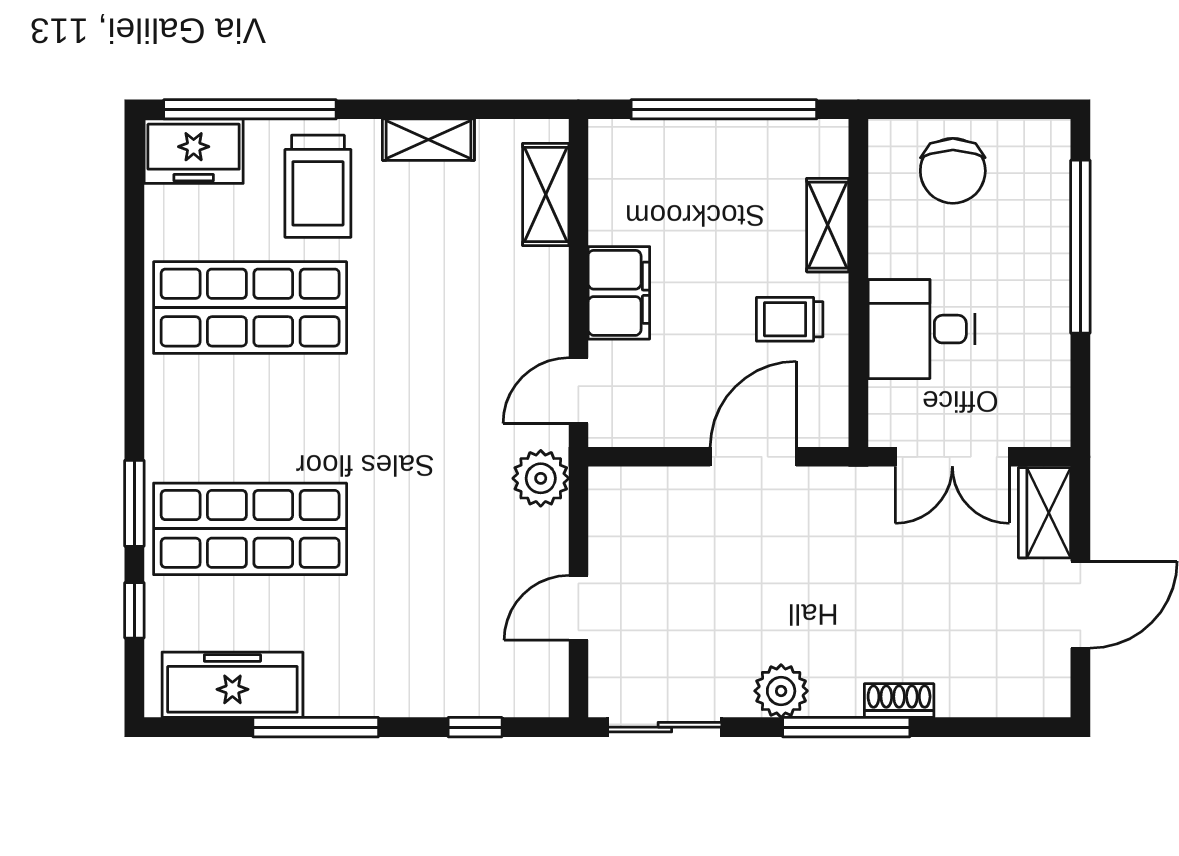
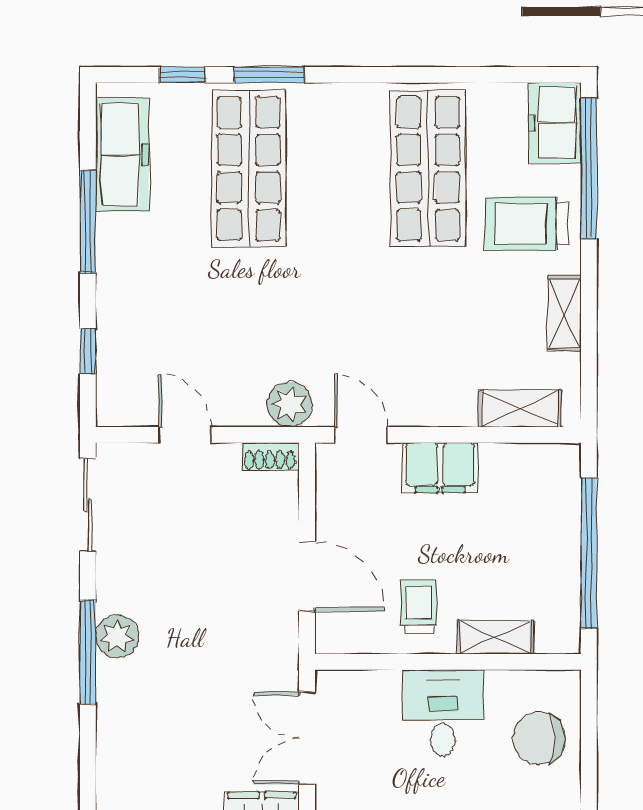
desk: (921, 329) -> (443, 713), moved
plant: (781, 691) -> (117, 636), moved
shoe rack: (899, 701) -> (270, 456), moved, turned 90

